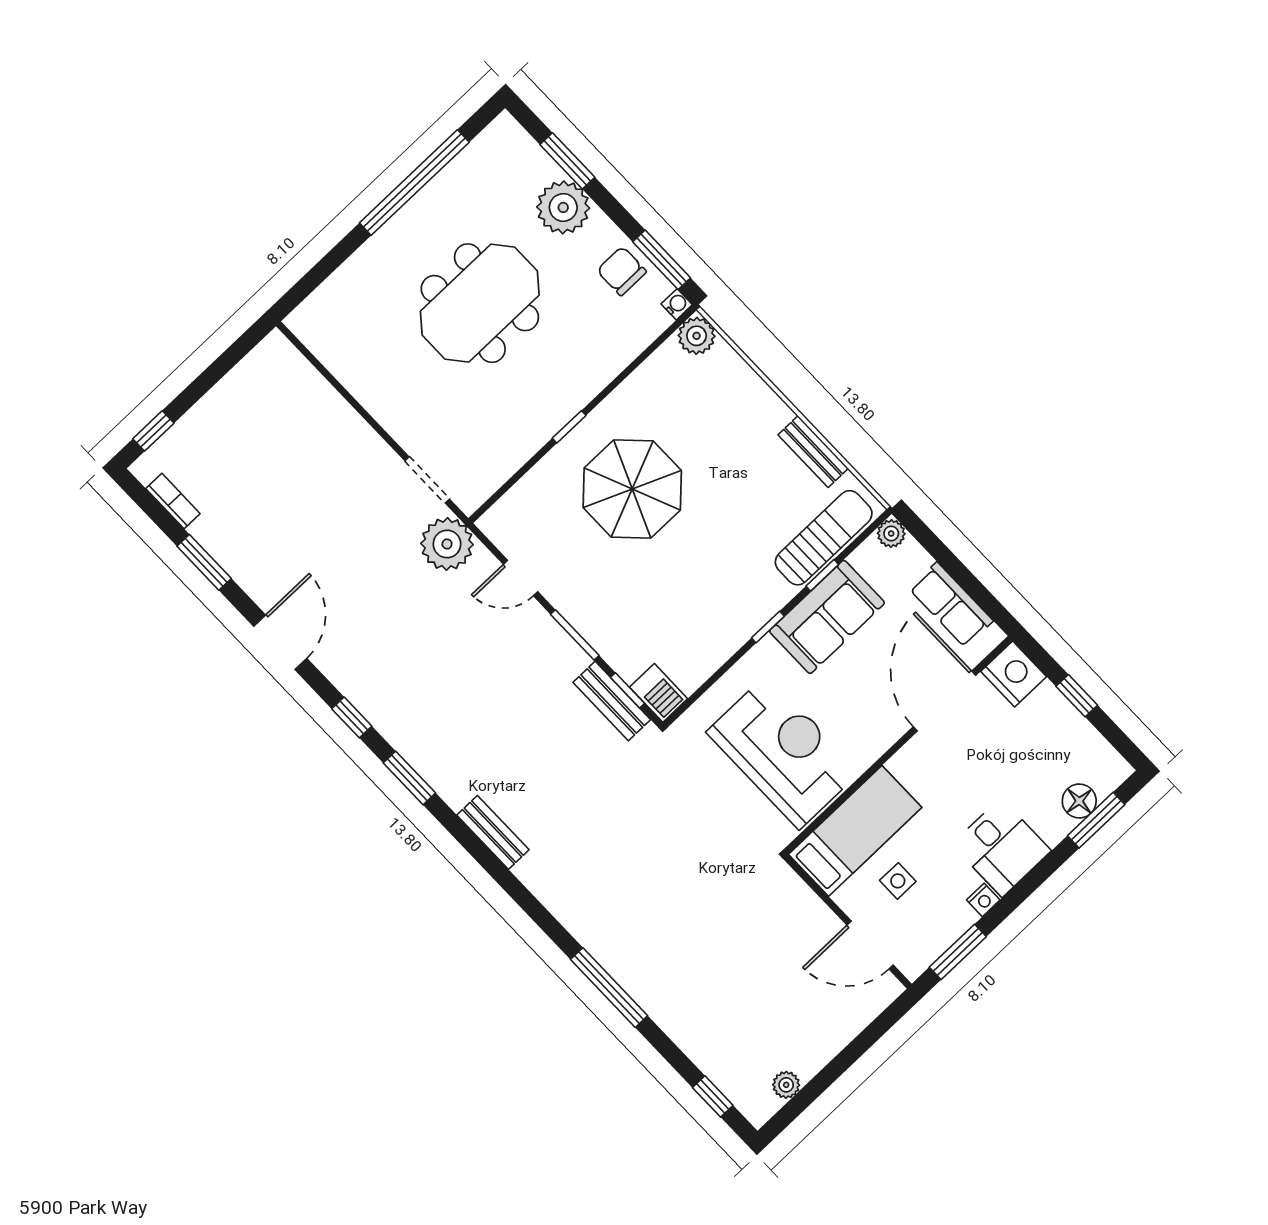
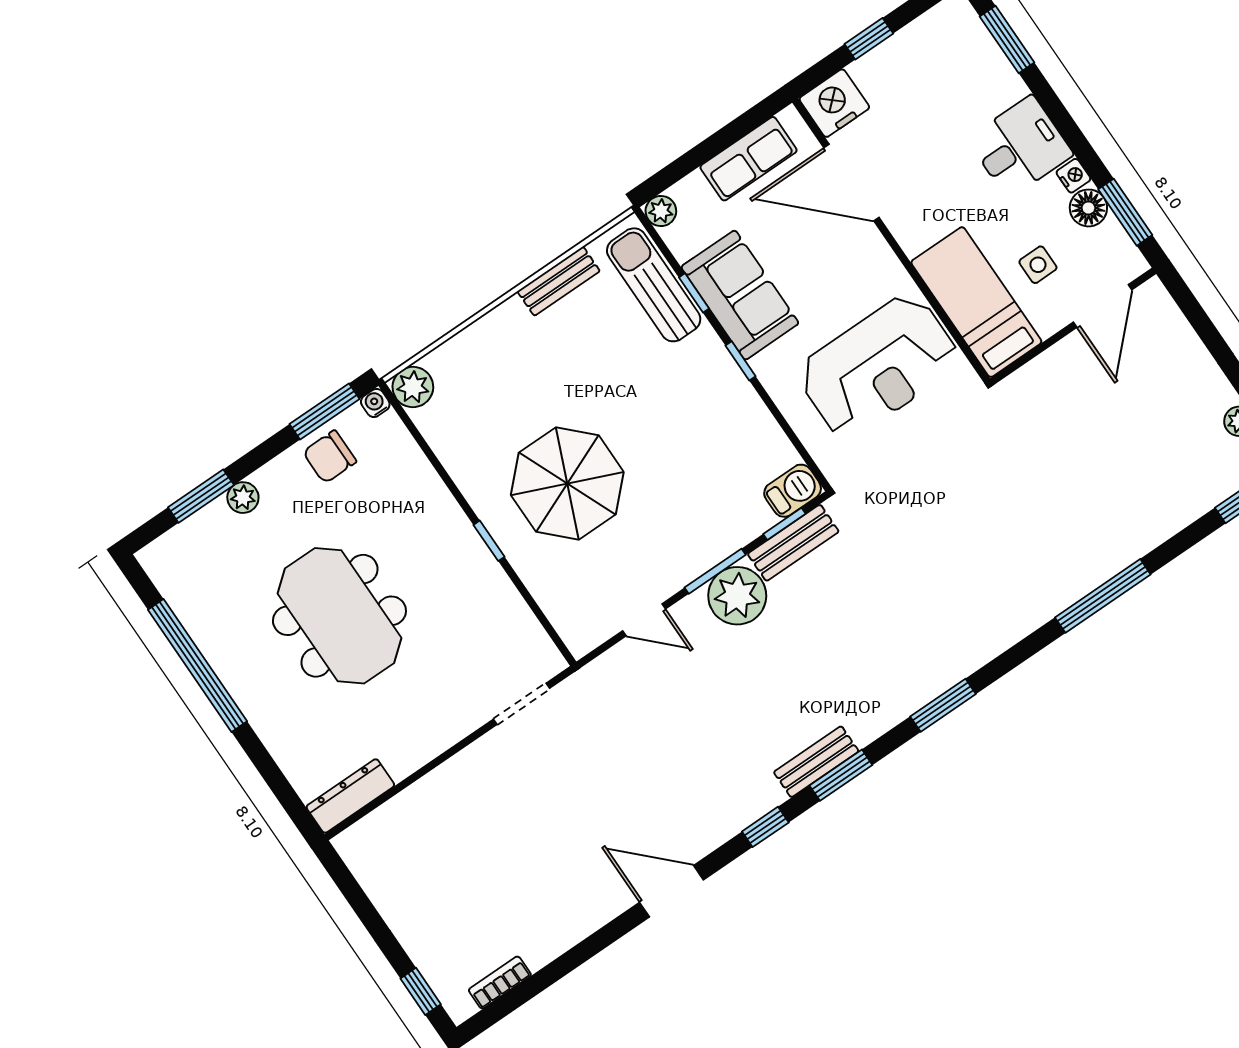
plant: (563, 207) -> (243, 498), width x0.53, depth x0.53
dresser: (319, 339) -> (350, 796), added
plant: (447, 544) -> (737, 596), moved
window: (204, 562) -> (943, 705), moved
door: (521, 578) -> (644, 620), hinge flipped
reception desk: (783, 752) -> (878, 366), turned 180
floor lamp: (1079, 801) -> (1088, 208), moved
bench: (493, 832) -> (816, 762), moved

